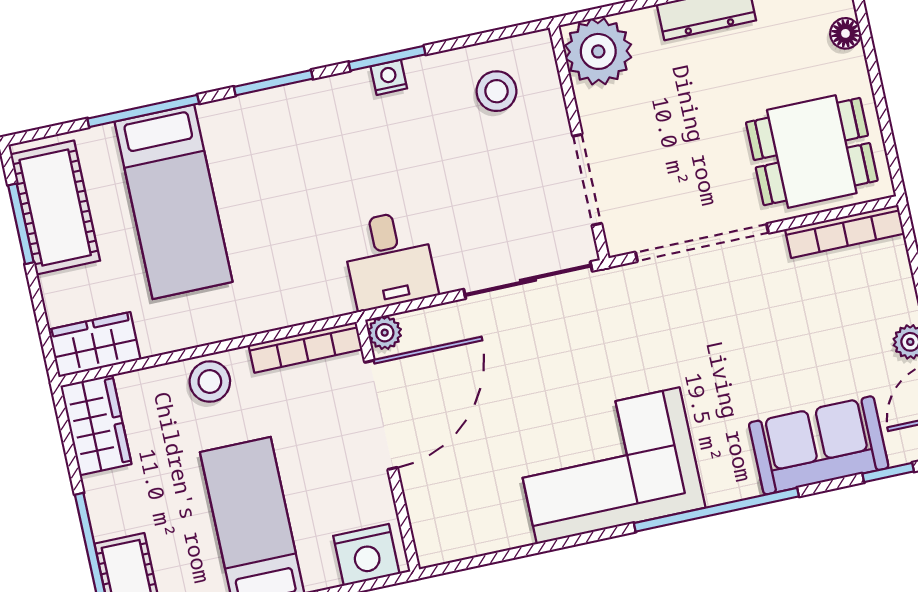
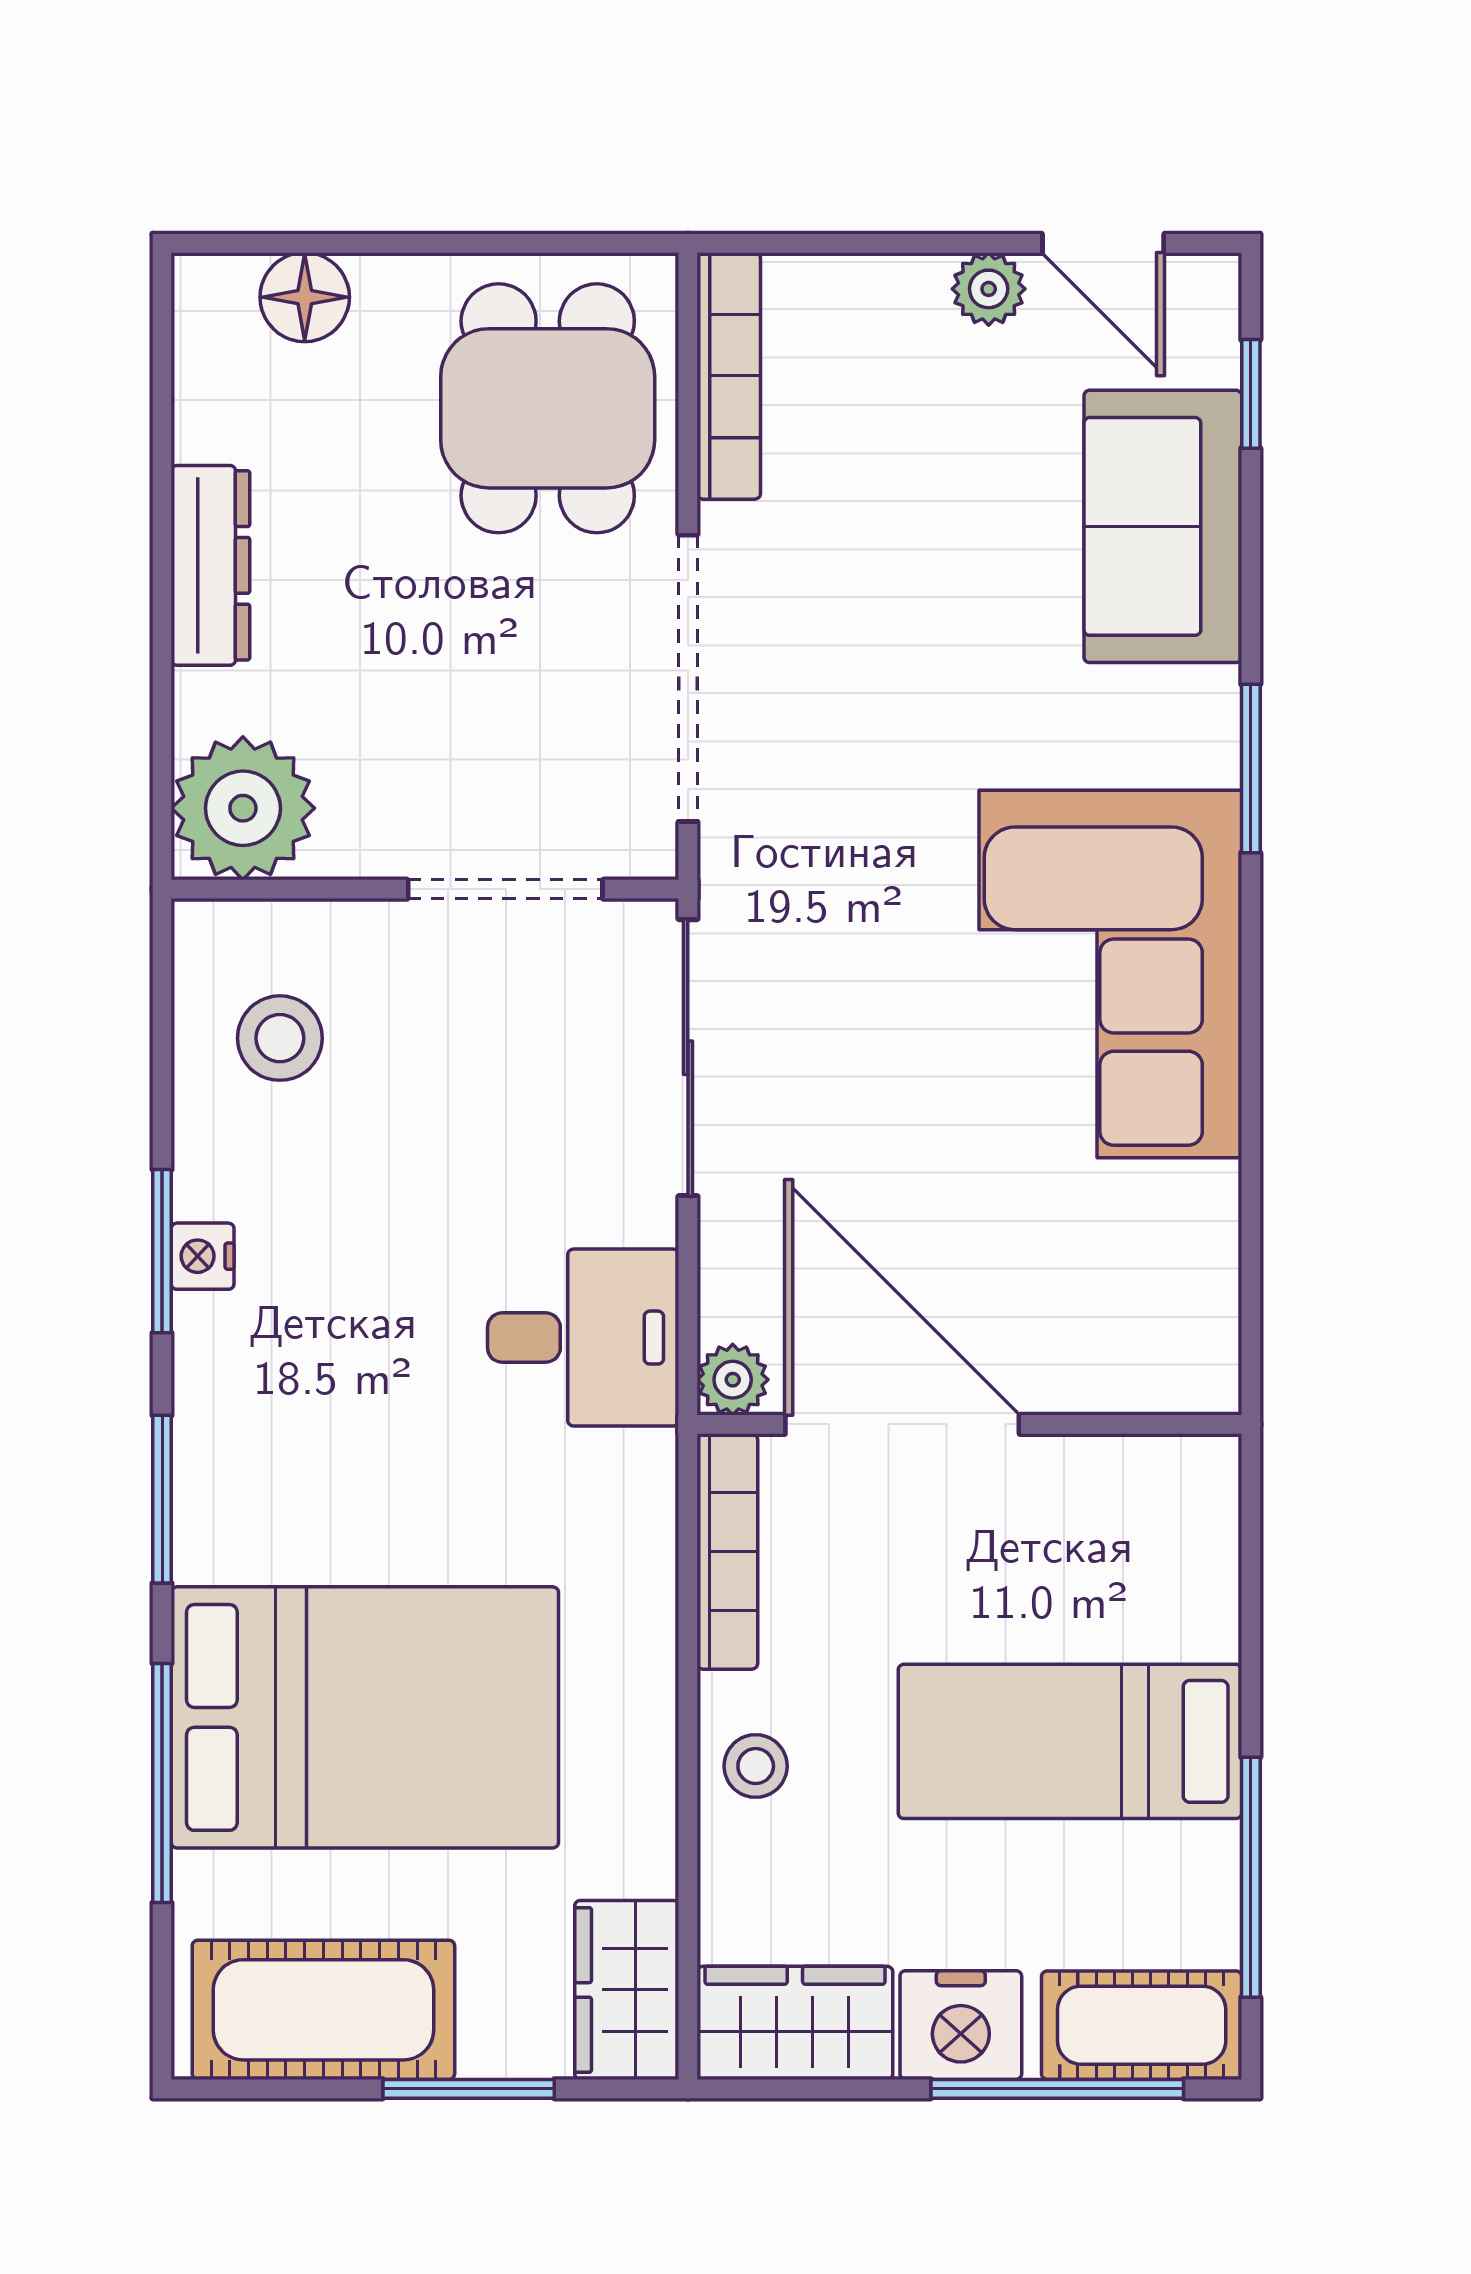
floor lamp: (845, 33) -> (305, 297), width x1.37, depth x1.37
bed: (173, 202) -> (365, 1717), width x1.50
window: (21, 224) -> (469, 2089), moved
stool: (210, 382) -> (756, 1766), width x0.73, depth x0.73
window: (716, 510) -> (1251, 769), width x0.47
nightstand: (366, 555) -> (961, 2025), moved, turned 90

